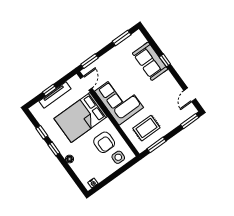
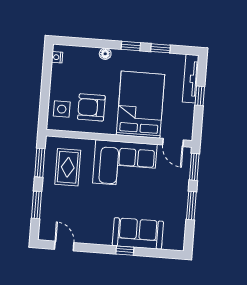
window: (122, 38) -> (191, 206), moved
tv unit: (55, 95) -> (191, 79), moved
window: (190, 121) -> (37, 205), moved

